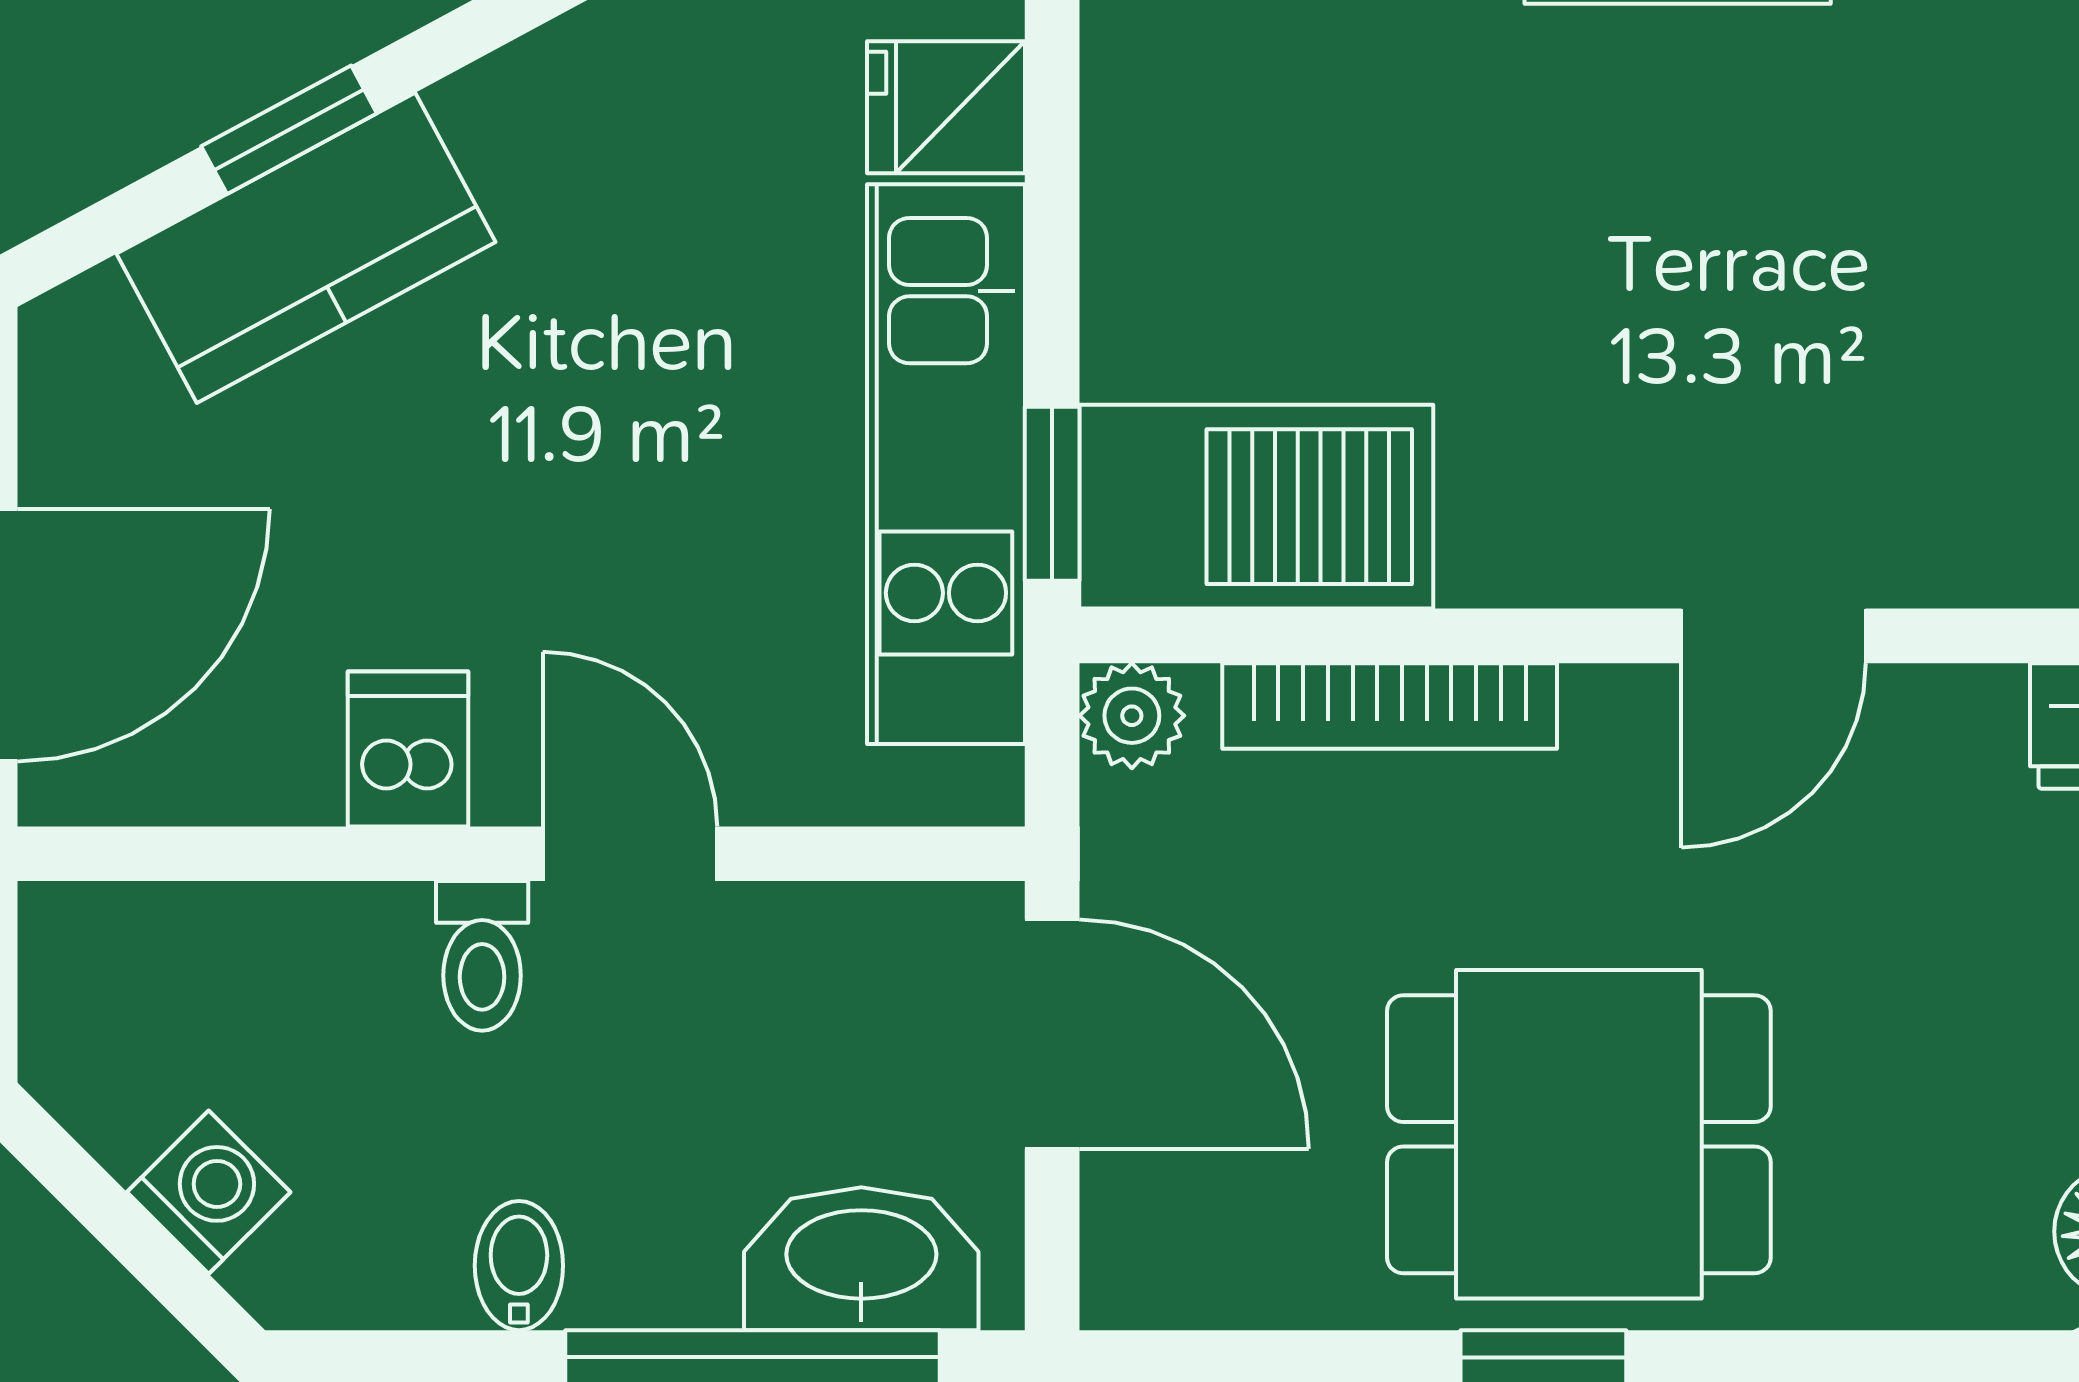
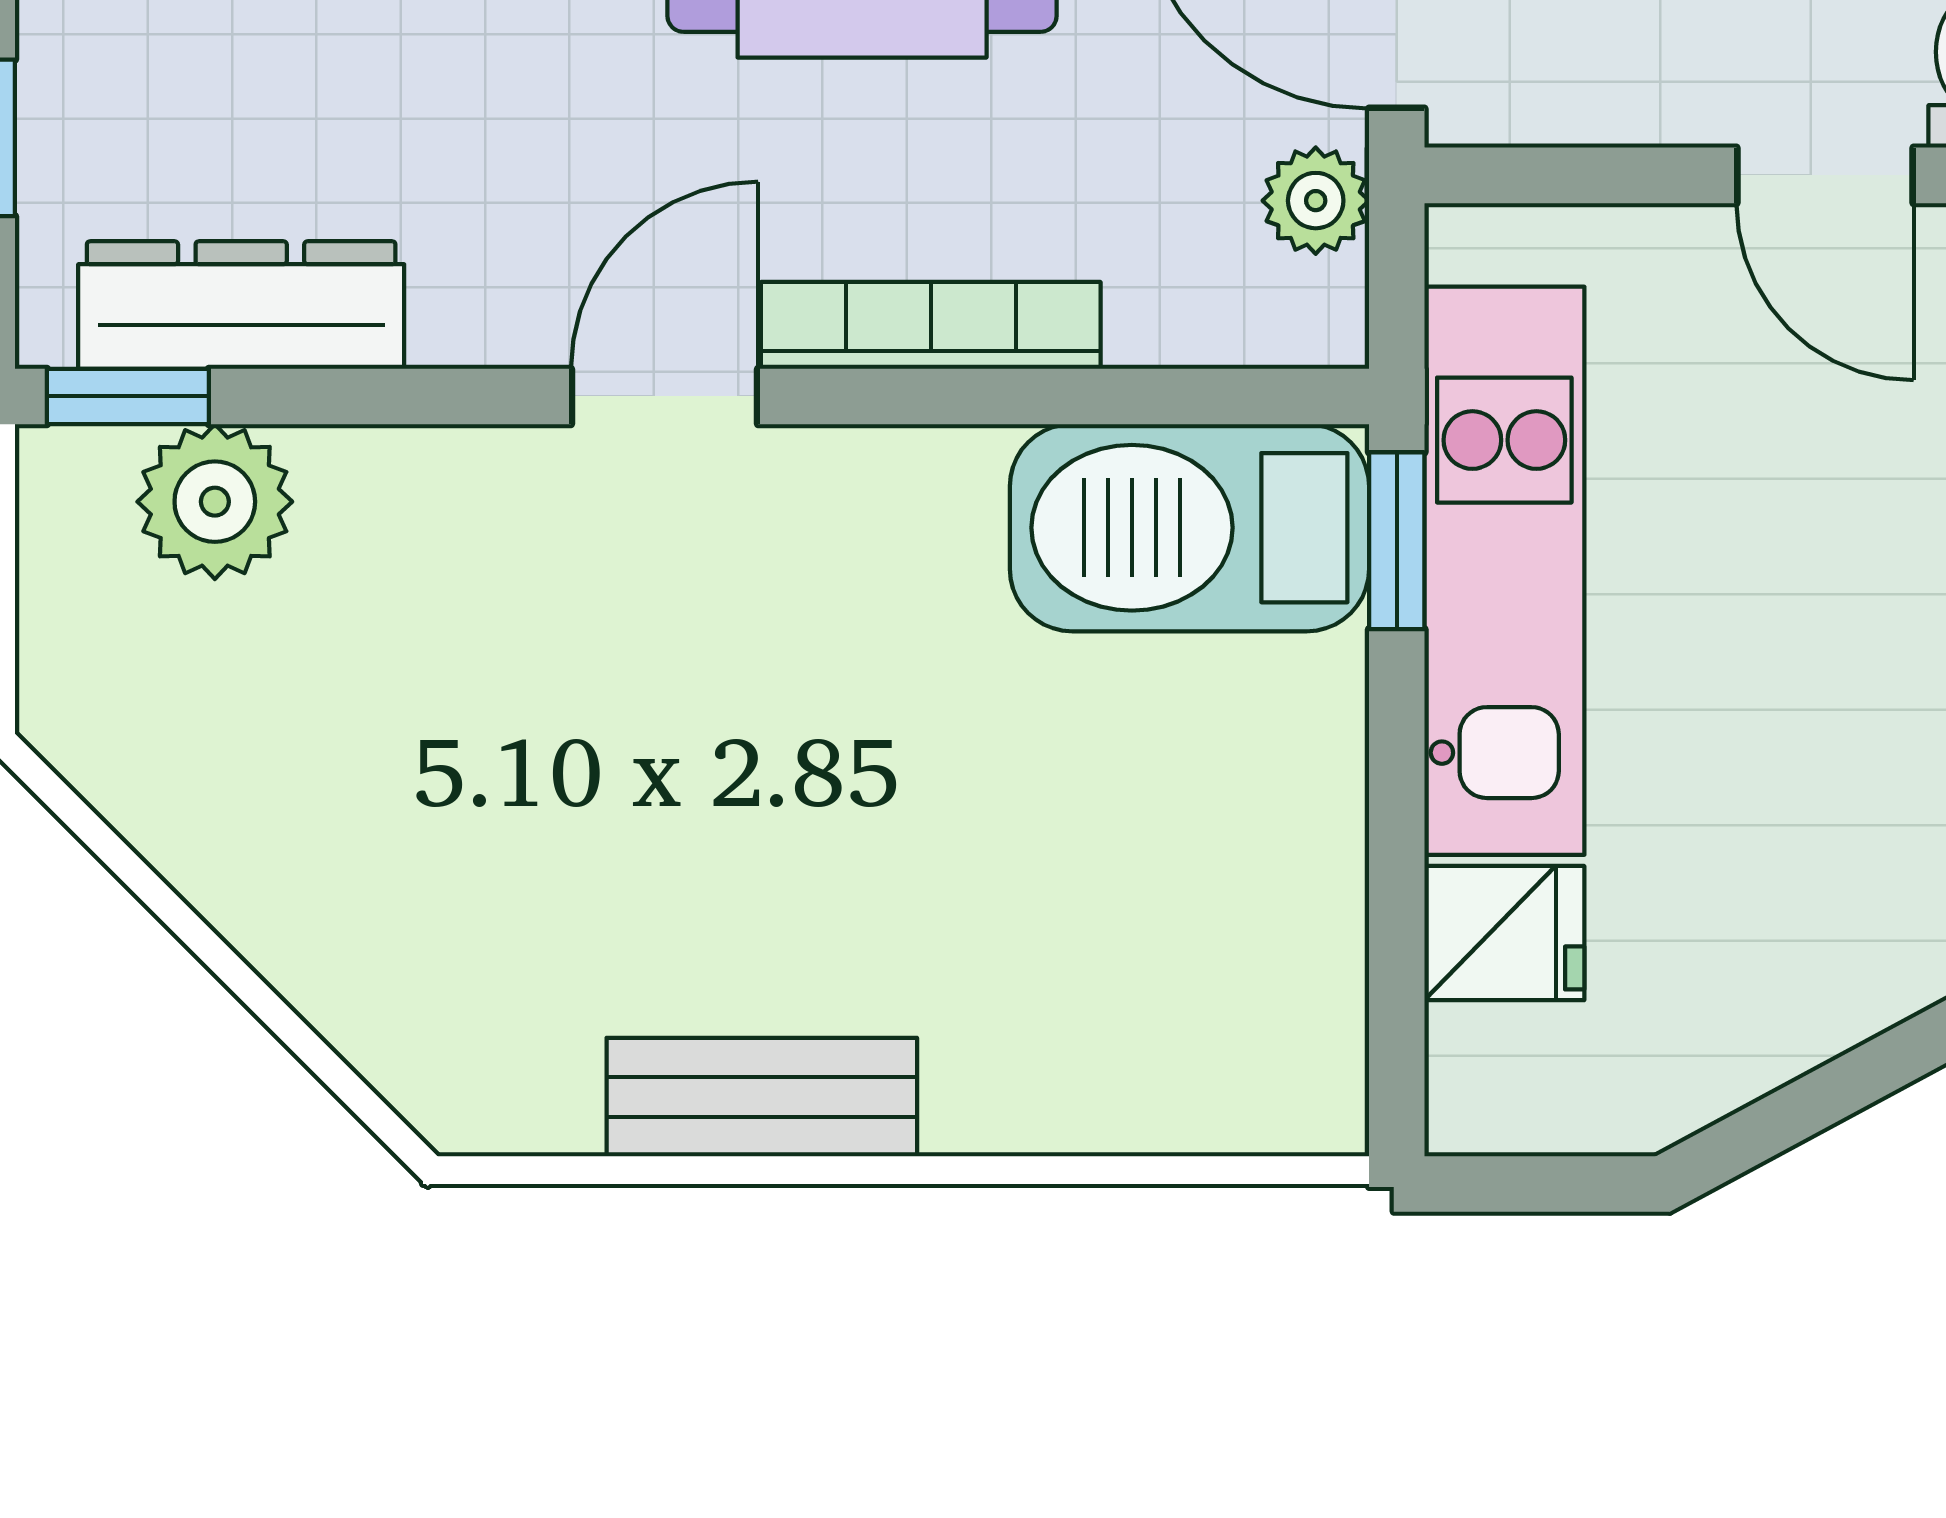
bookcase: (1390, 706) -> (931, 325), moved
plant: (1132, 716) -> (1316, 201), moved

